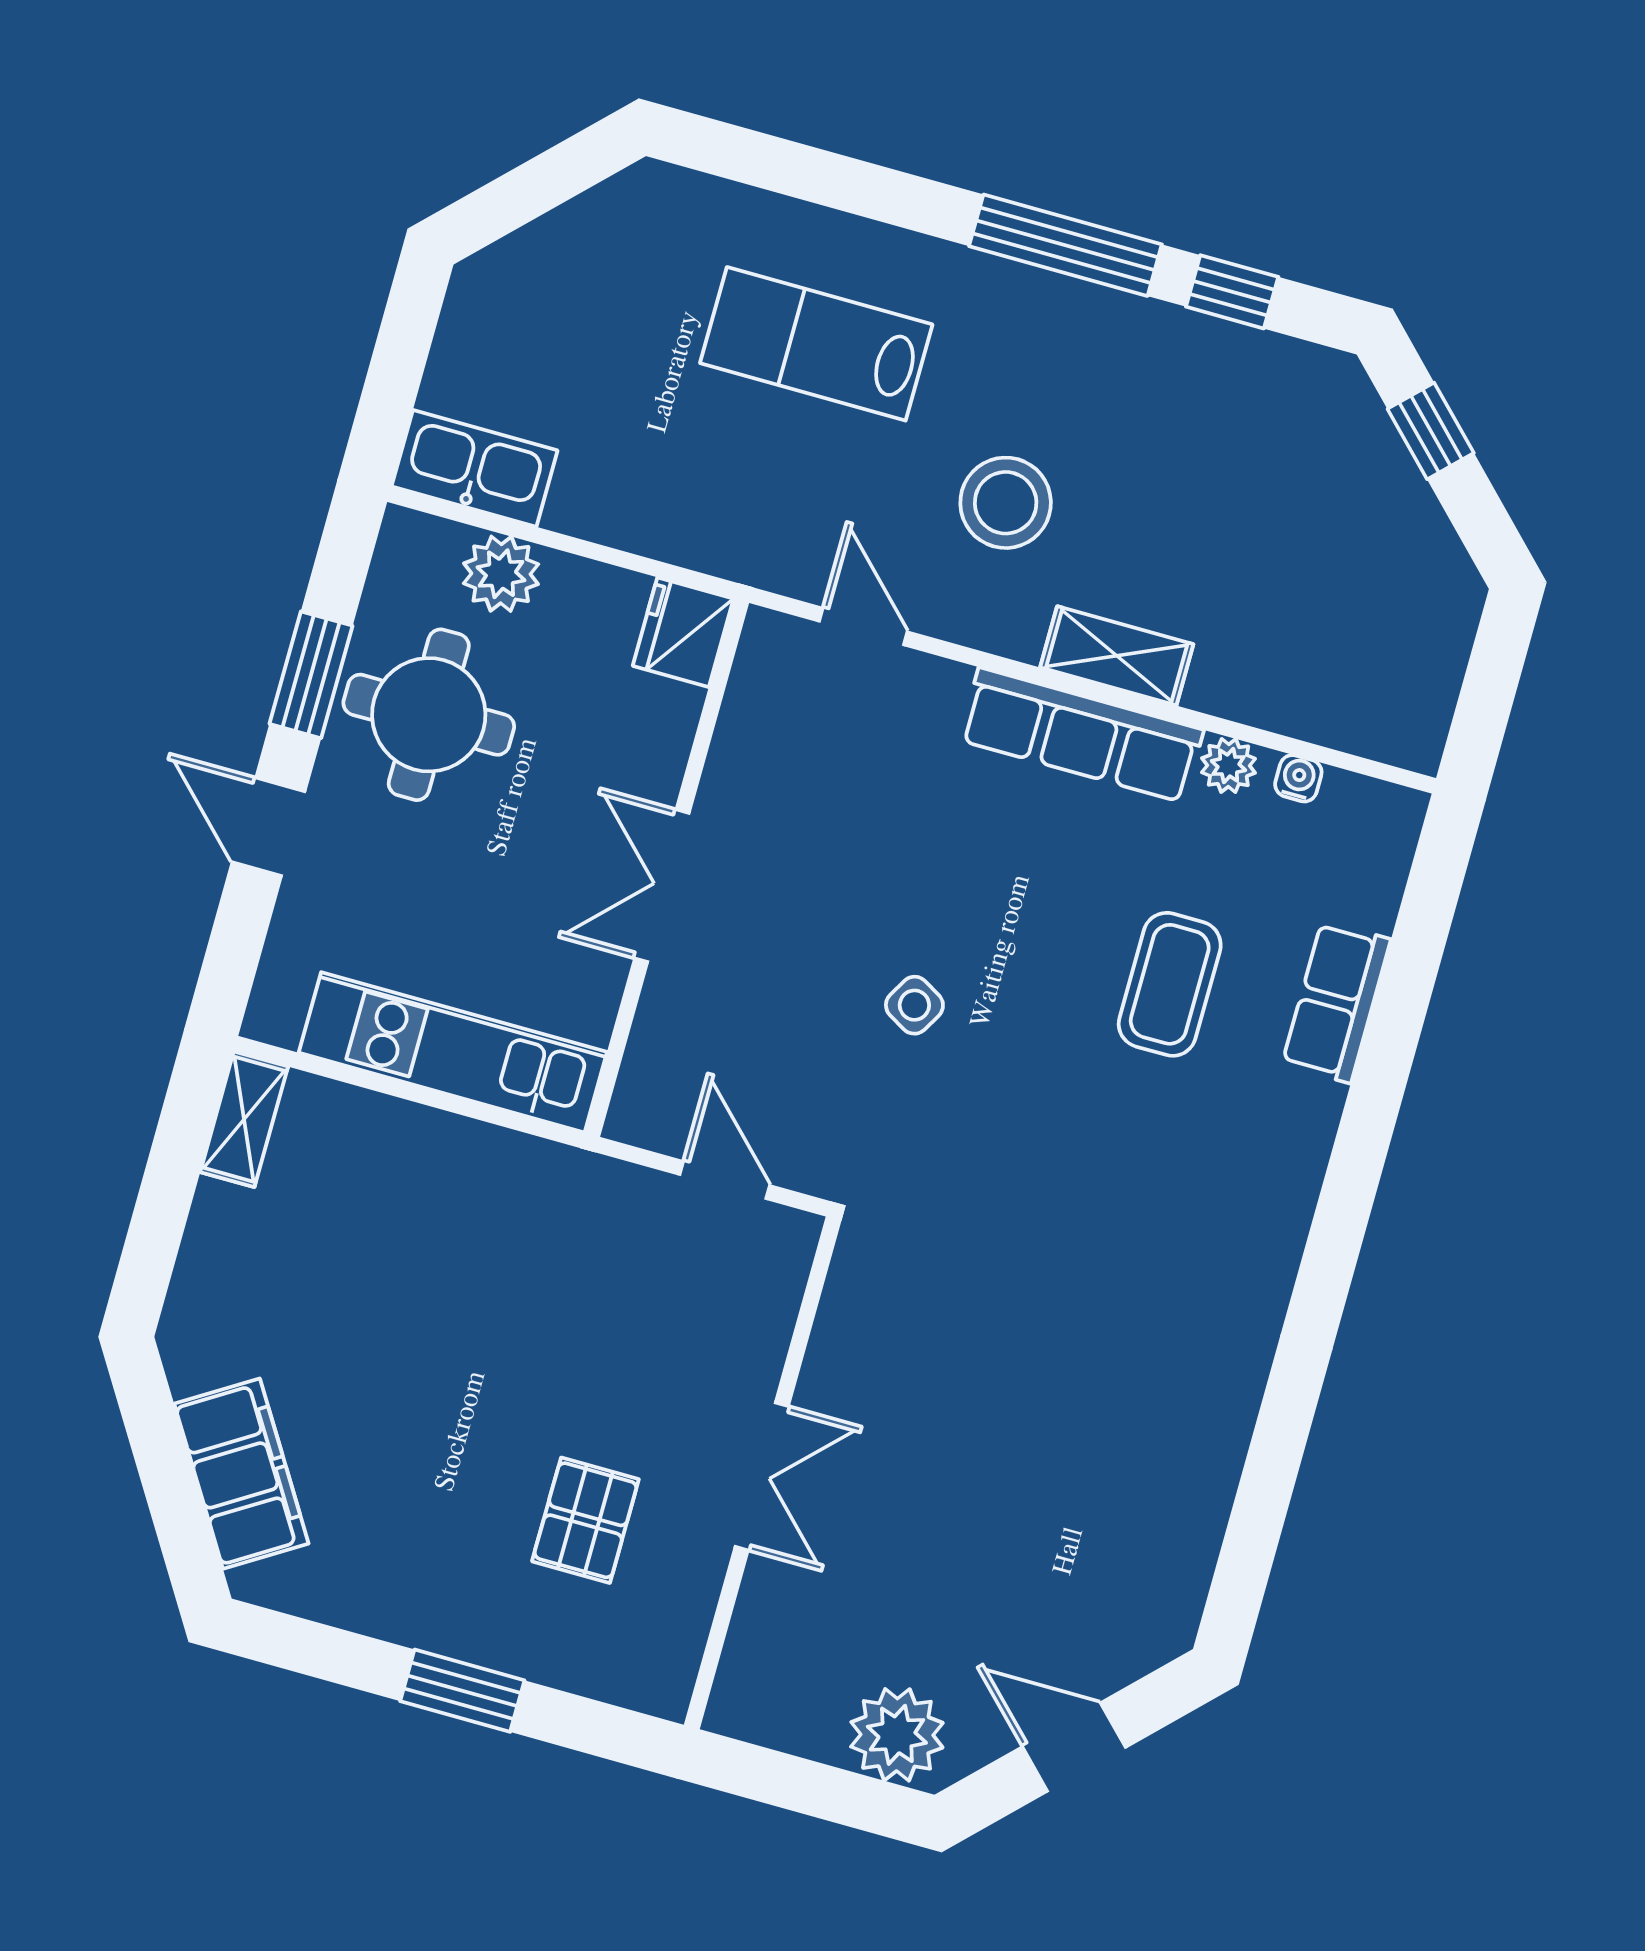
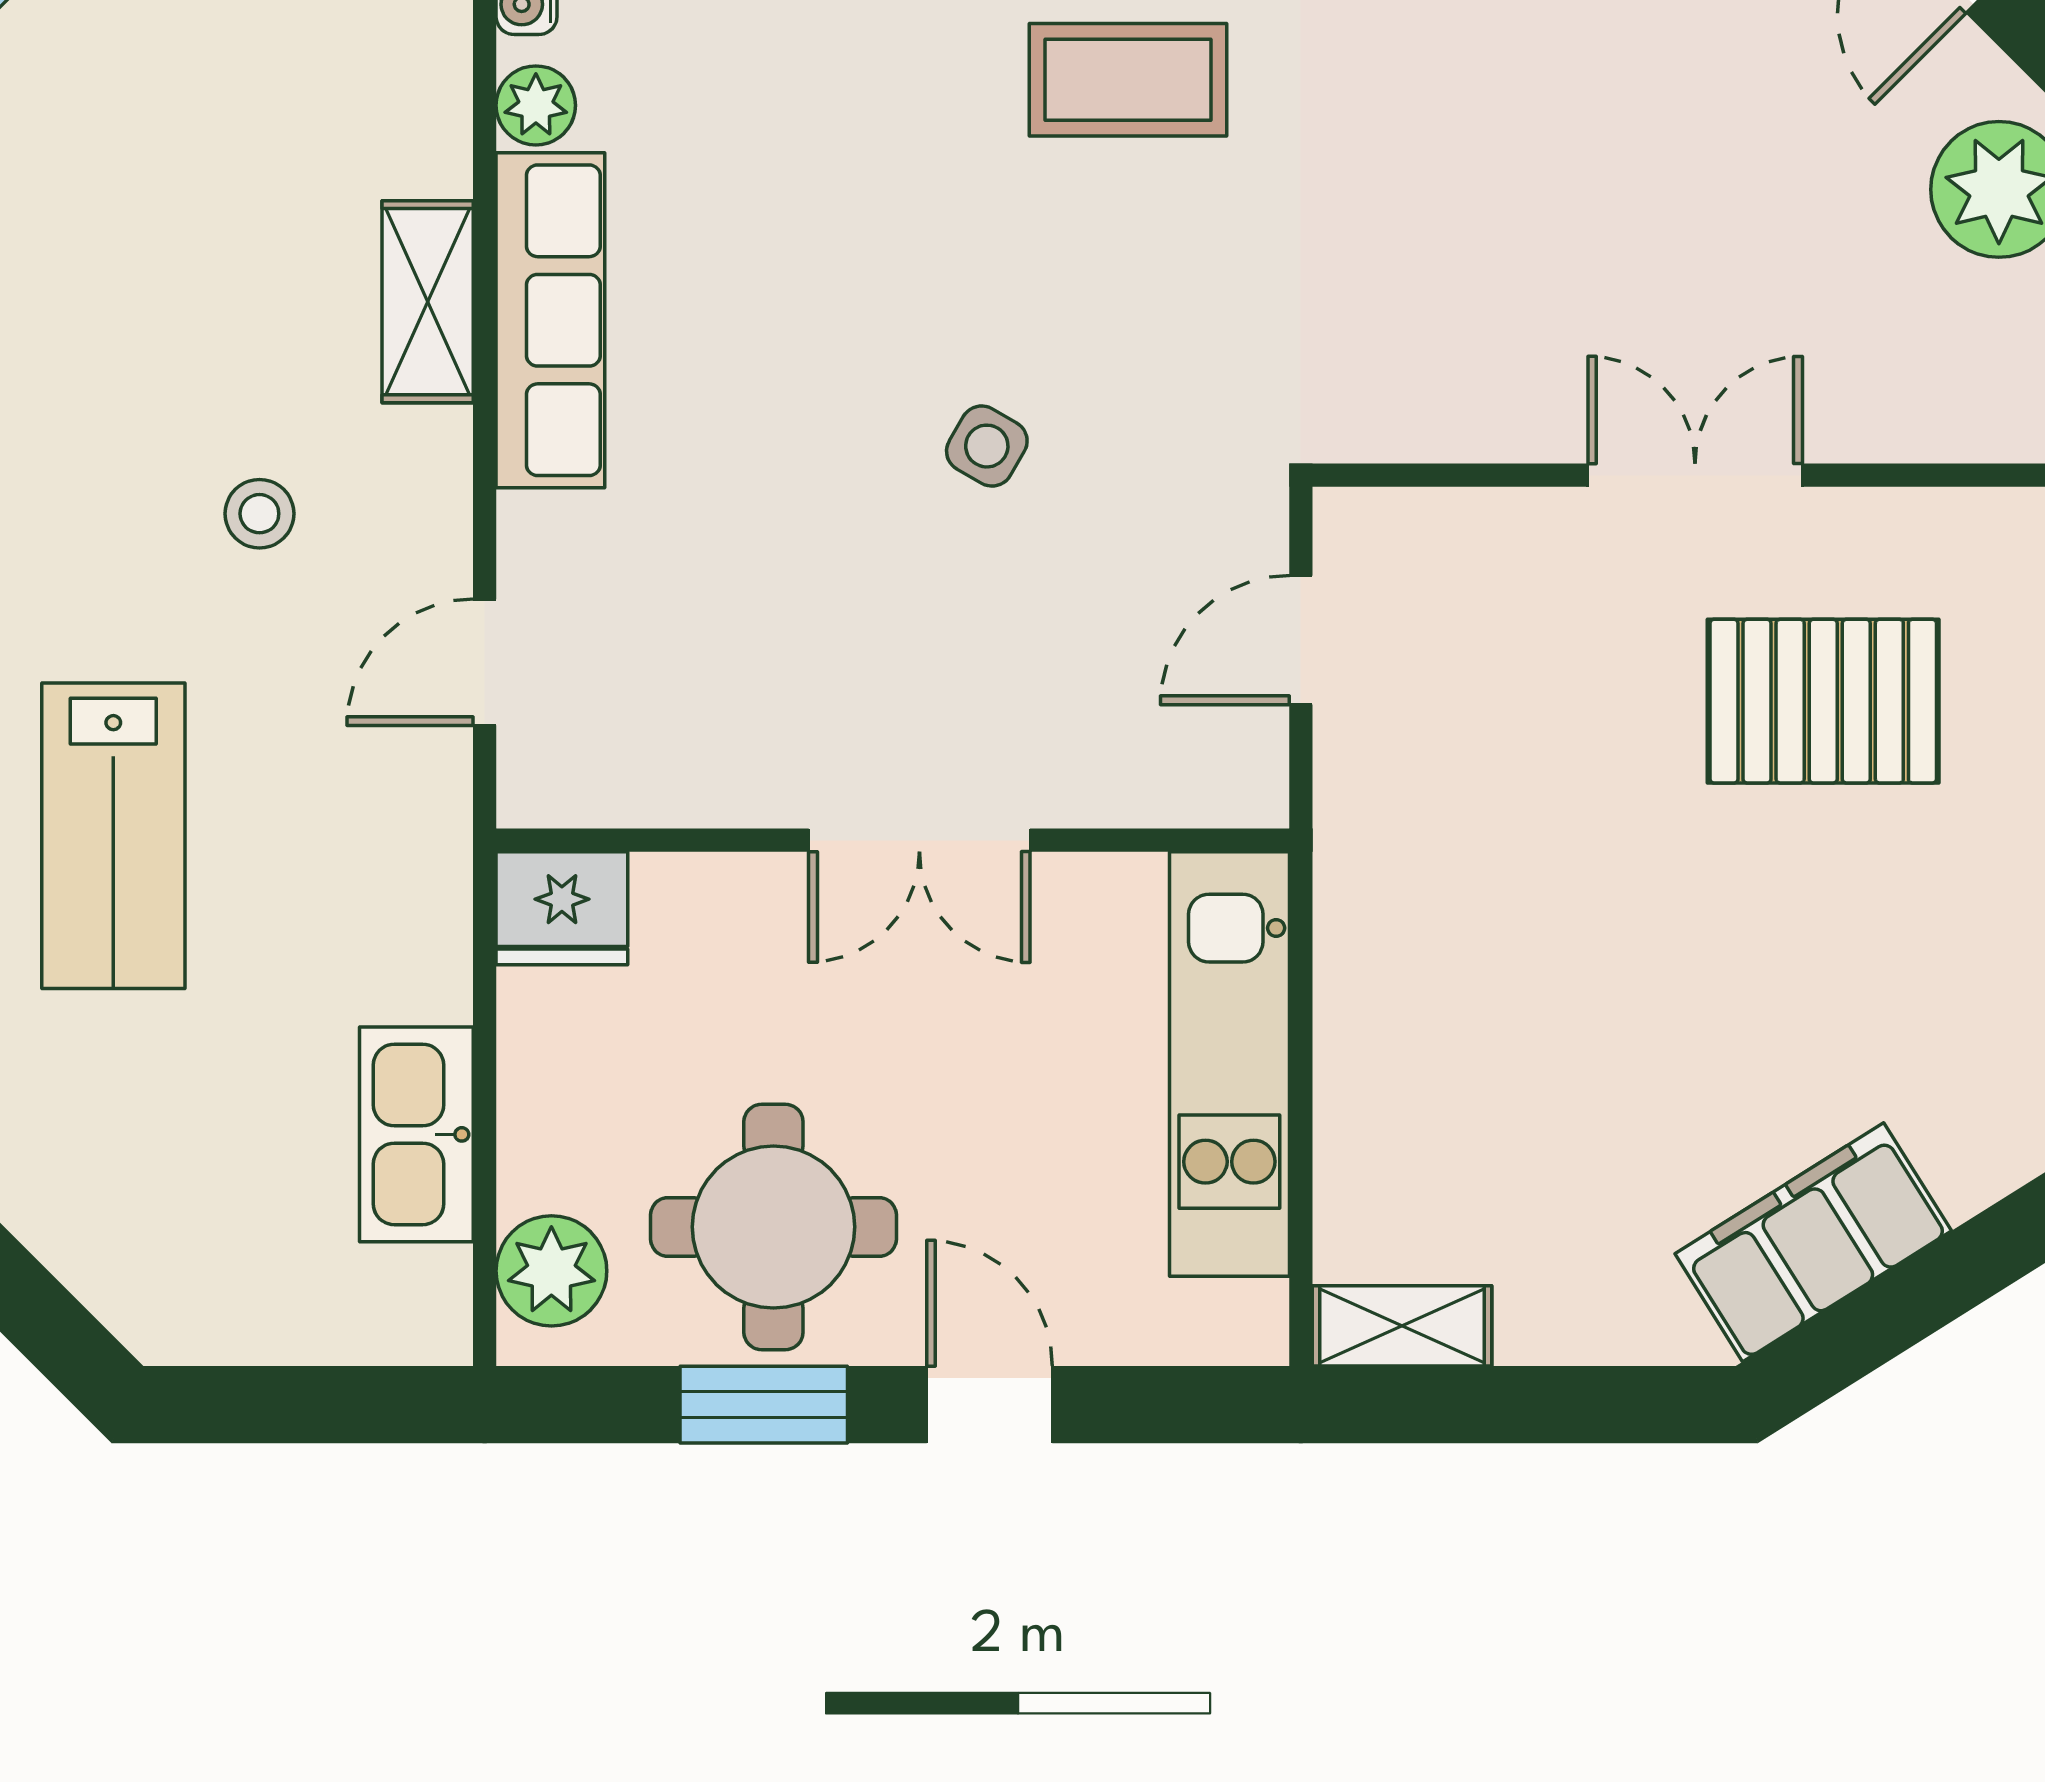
kitchen sink: (475, 468) -> (416, 1134), moved
stool: (1006, 503) -> (259, 514), width x0.53, depth x0.53
plant: (501, 574) -> (551, 1271), moved
door: (269, 827) -> (990, 1405), swing flipped
coffee table: (1170, 984) -> (1128, 80), moved
filing cabinet: (241, 1474) -> (1813, 1242), moved
pallet: (585, 1520) -> (1823, 701), width x1.50, depth x1.42

